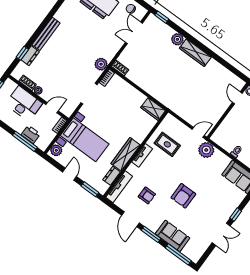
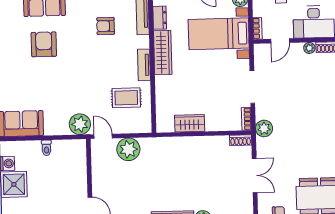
double door: (134, 33) -> (255, 175), moved
wardrobe: (153, 109) -> (190, 123), moved
plant: (189, 113) -> (128, 149), added
door: (198, 132) -> (103, 136), swing flipped
armchair: (183, 196) -> (44, 44), moved

